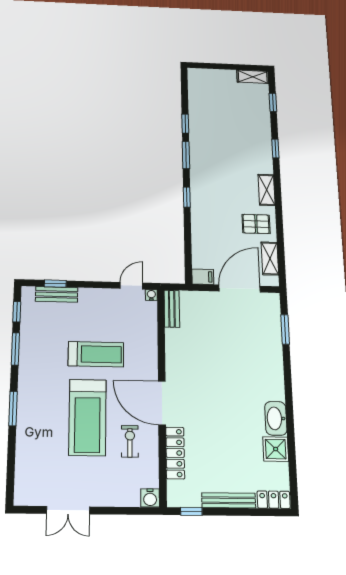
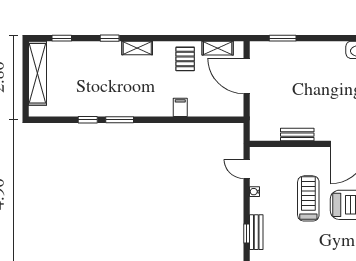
shelving: (253, 77) -> (38, 73), width x2.20, depth x1.33
shelving: (267, 190) -> (137, 48), moved
window: (187, 197) -> (161, 120), removed
filing cabinet: (203, 277) -> (180, 107), moved
water cooler: (151, 295) -> (255, 192), moved
bench: (172, 309) -> (297, 135), moved

